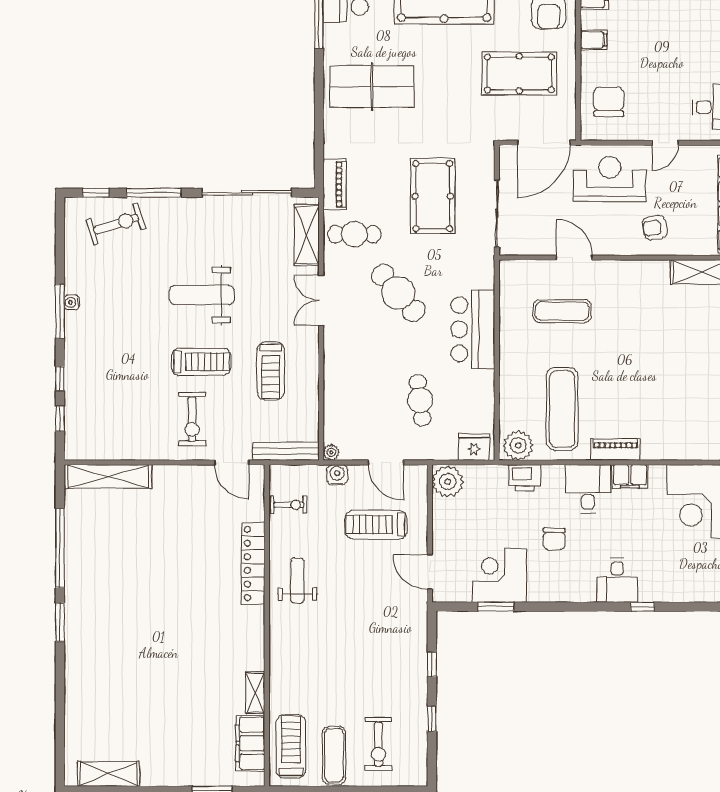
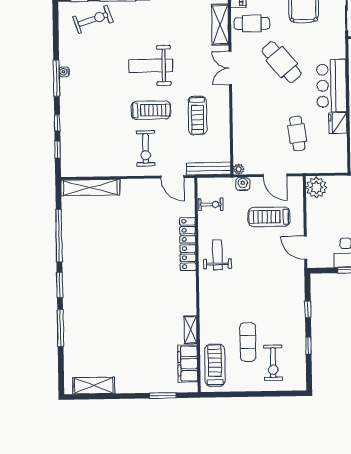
fridge: (474, 447) -> (338, 123), moved, turned -90
window: (60, 687) -> (60, 328), added
exercise mat: (334, 755) -> (248, 342), moved

